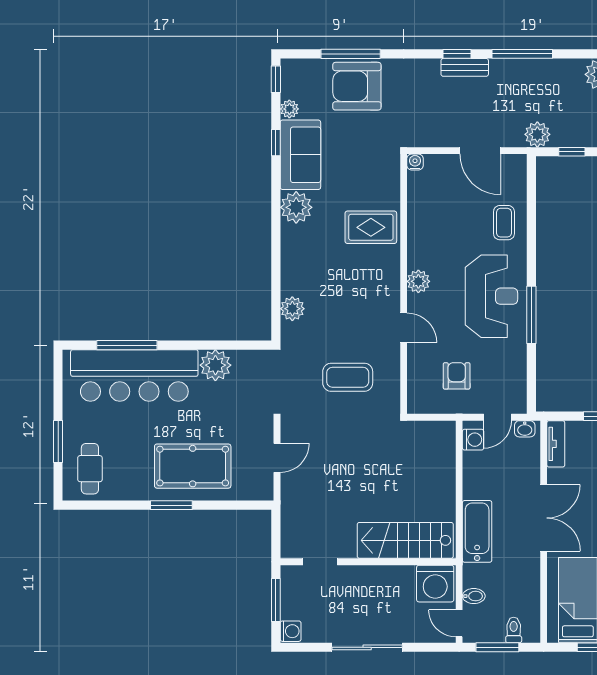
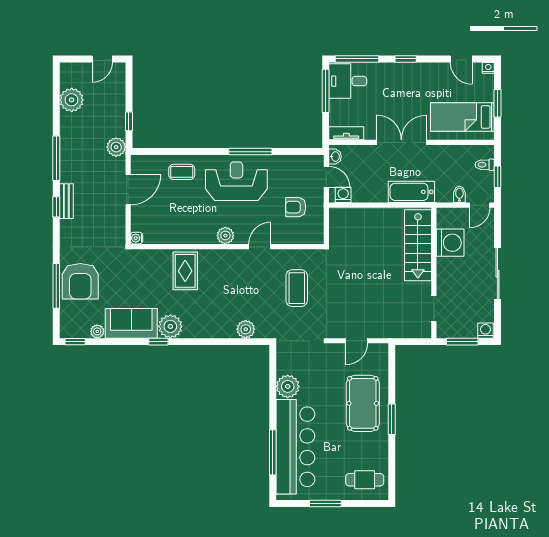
window: (276, 143) -> (158, 342), moved
window: (58, 441) -> (325, 504), moved
door: (277, 458) -> (357, 341), swing flipped
washing machine: (435, 584) -> (450, 243), moved
window: (497, 647) -> (498, 177), width x0.67

